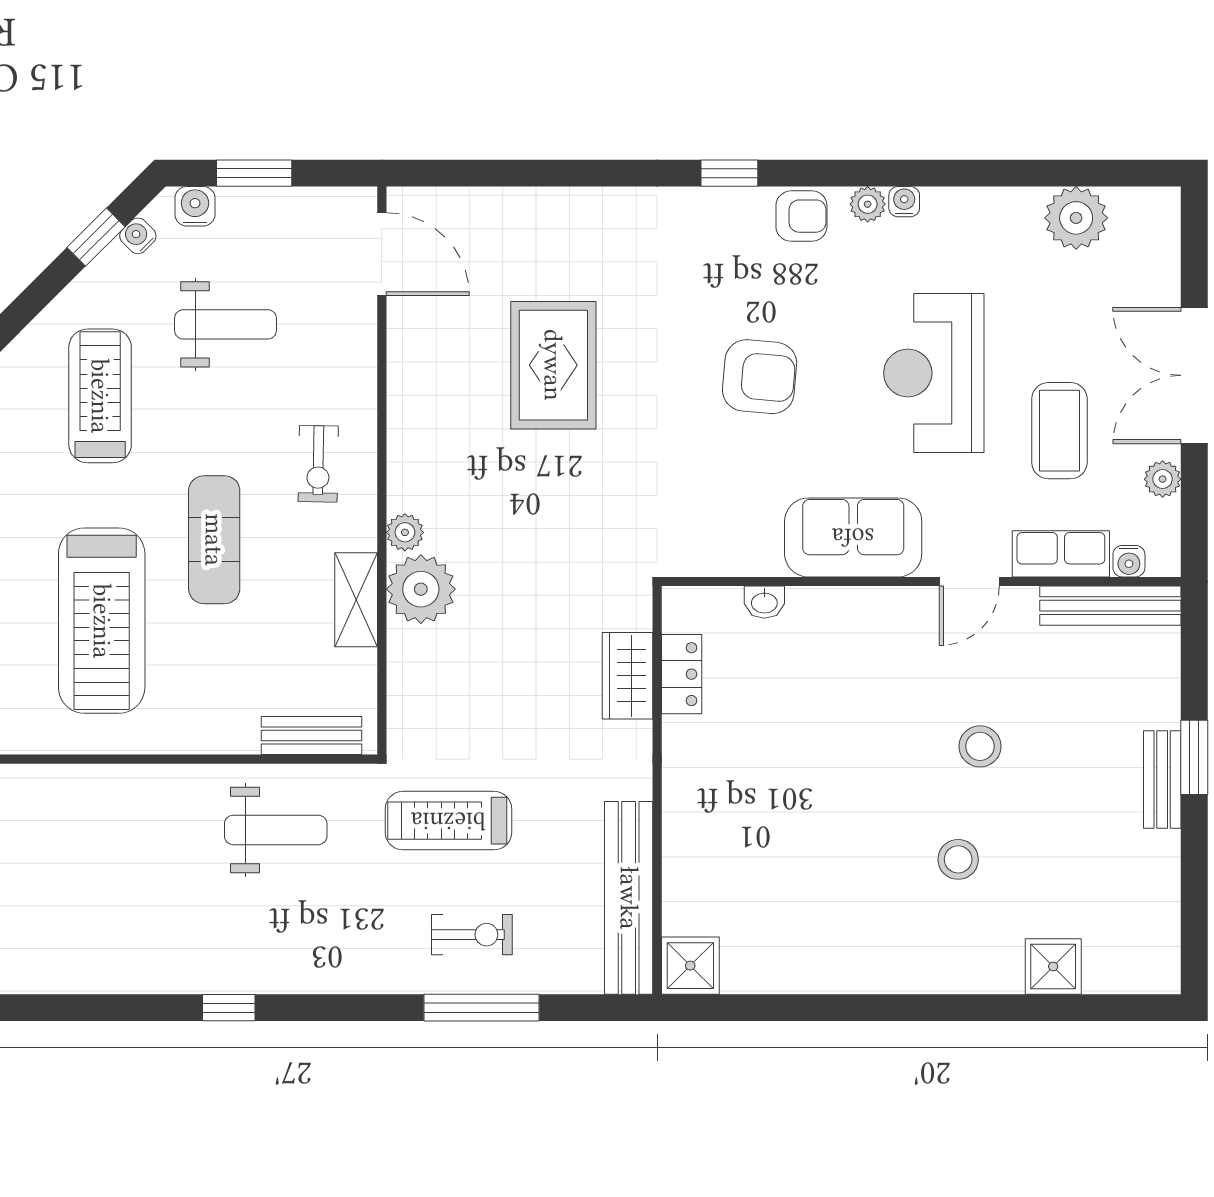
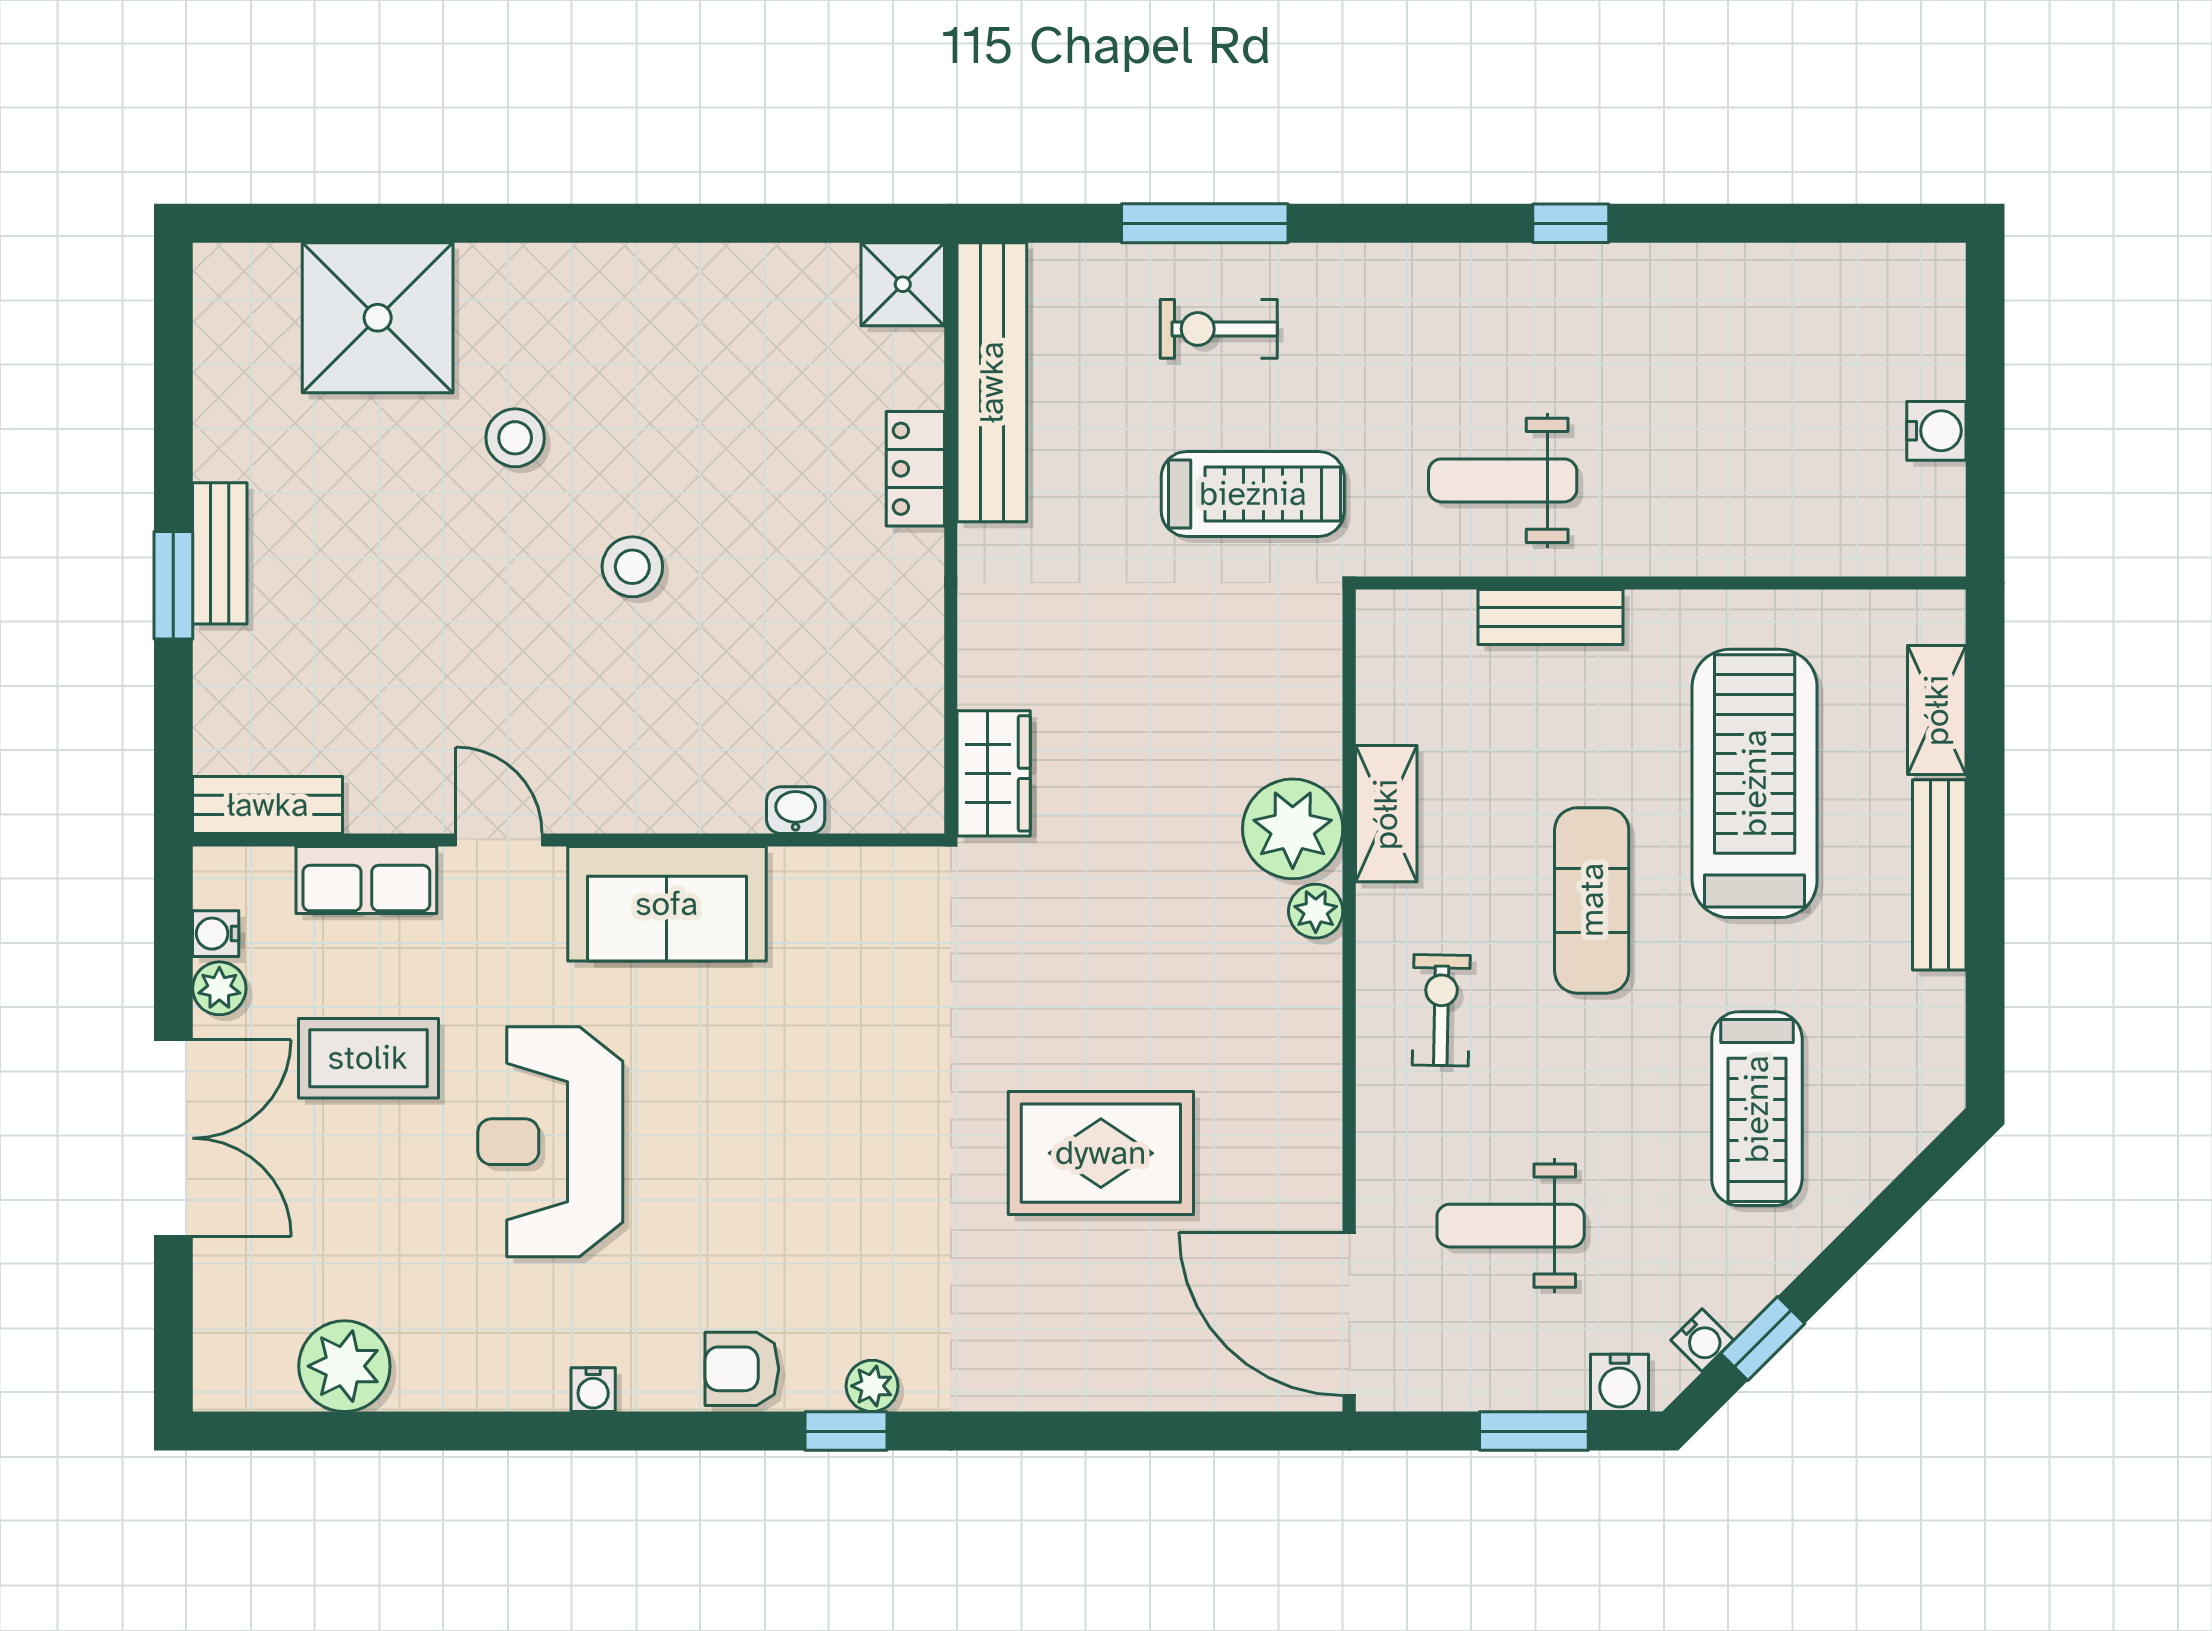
plant: (868, 204) -> (872, 1386), moved
door: (382, 254) -> (1349, 1314), width x1.36
weight bench: (226, 324) -> (1511, 1226), moved
rug: (553, 365) -> (1101, 1153), turned 90
reception desk: (934, 373) -> (550, 1142), turned 180
armchair: (760, 377) -> (802, 1136), removed
coffee table: (1059, 431) -> (368, 1058), turned 90
water cooler: (1129, 561) -> (216, 934), moved, turned -90
door: (969, 581) -> (499, 840), hinge flipped
bench: (1110, 606) -> (268, 805), width x0.73
locker: (682, 674) -> (915, 469), moved
wardrobe: (627, 676) -> (994, 773), moved
bench: (311, 736) -> (1551, 617), moved
stool: (980, 746) -> (632, 567), moved
shower: (1053, 966) -> (378, 318), width x1.86, depth x1.86

